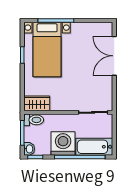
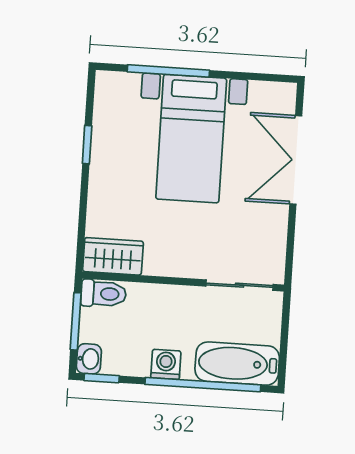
bed with nightstands: (47, 49) -> (191, 139), moved
washing machine: (63, 144) -> (166, 364), width x0.53, depth x0.53

